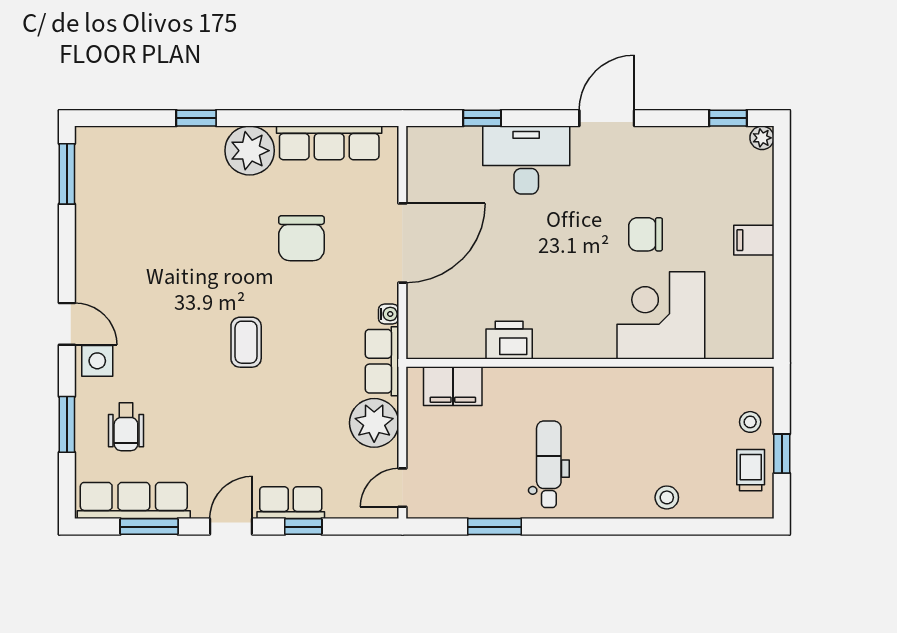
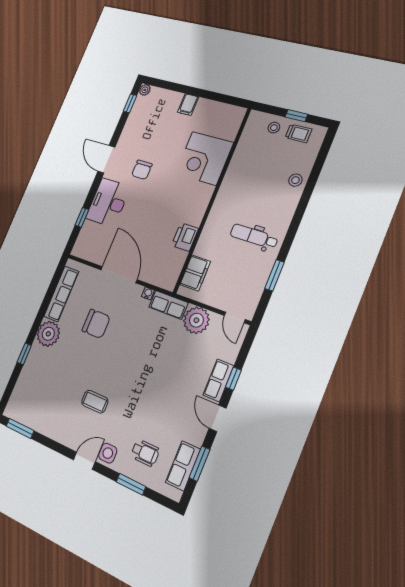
chair: (646, 234) -> (142, 170), moved
coffee table: (246, 342) -> (95, 402), moved
trolley: (751, 470) -> (298, 133), turned 180
row of seats: (134, 500) -> (183, 466), width x0.68

